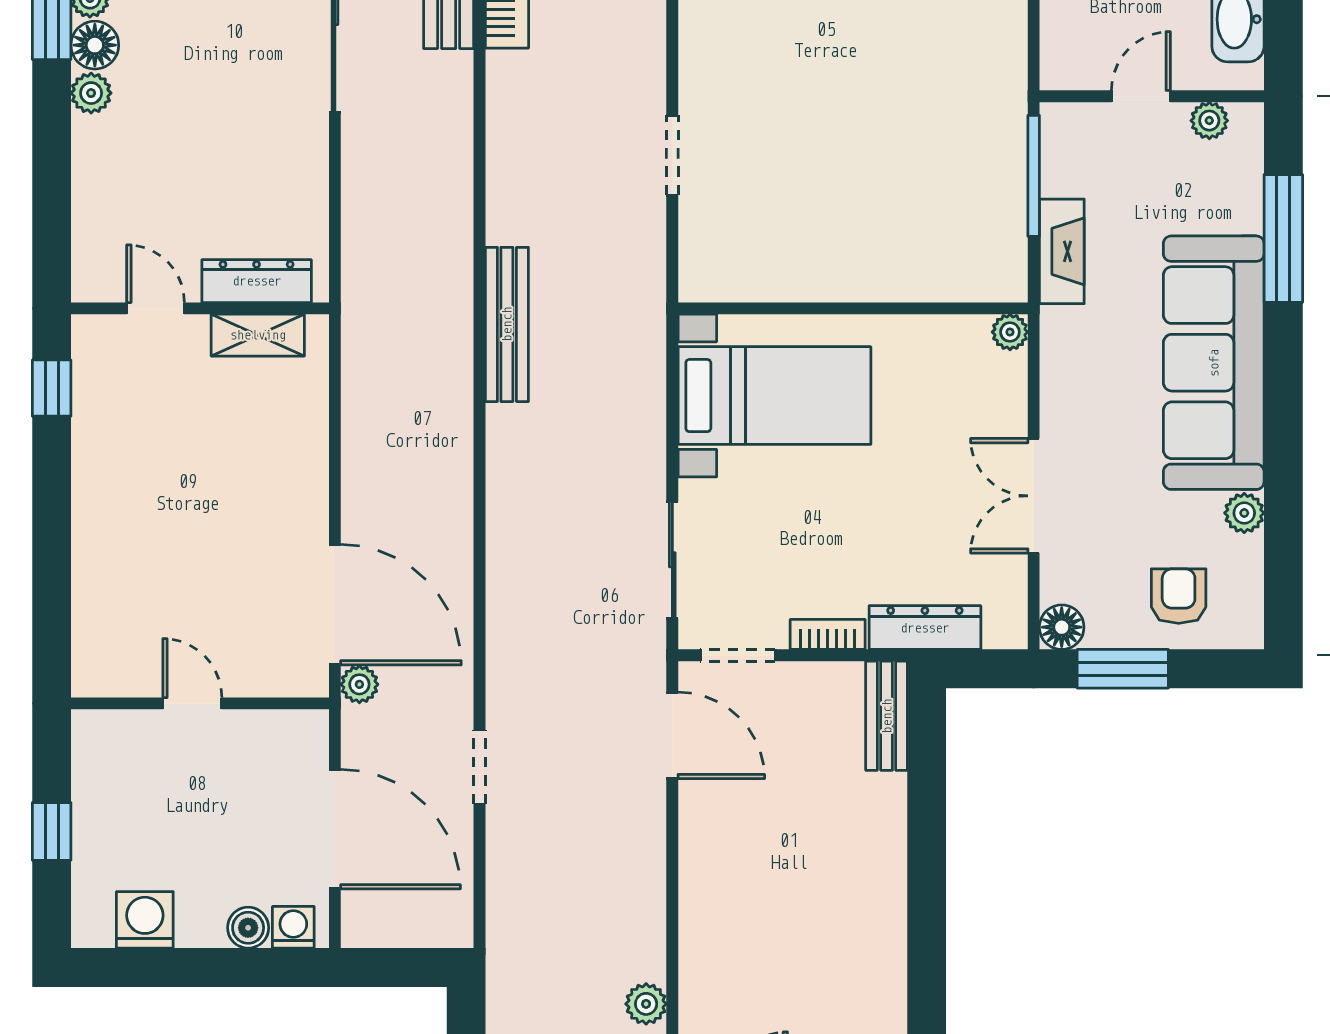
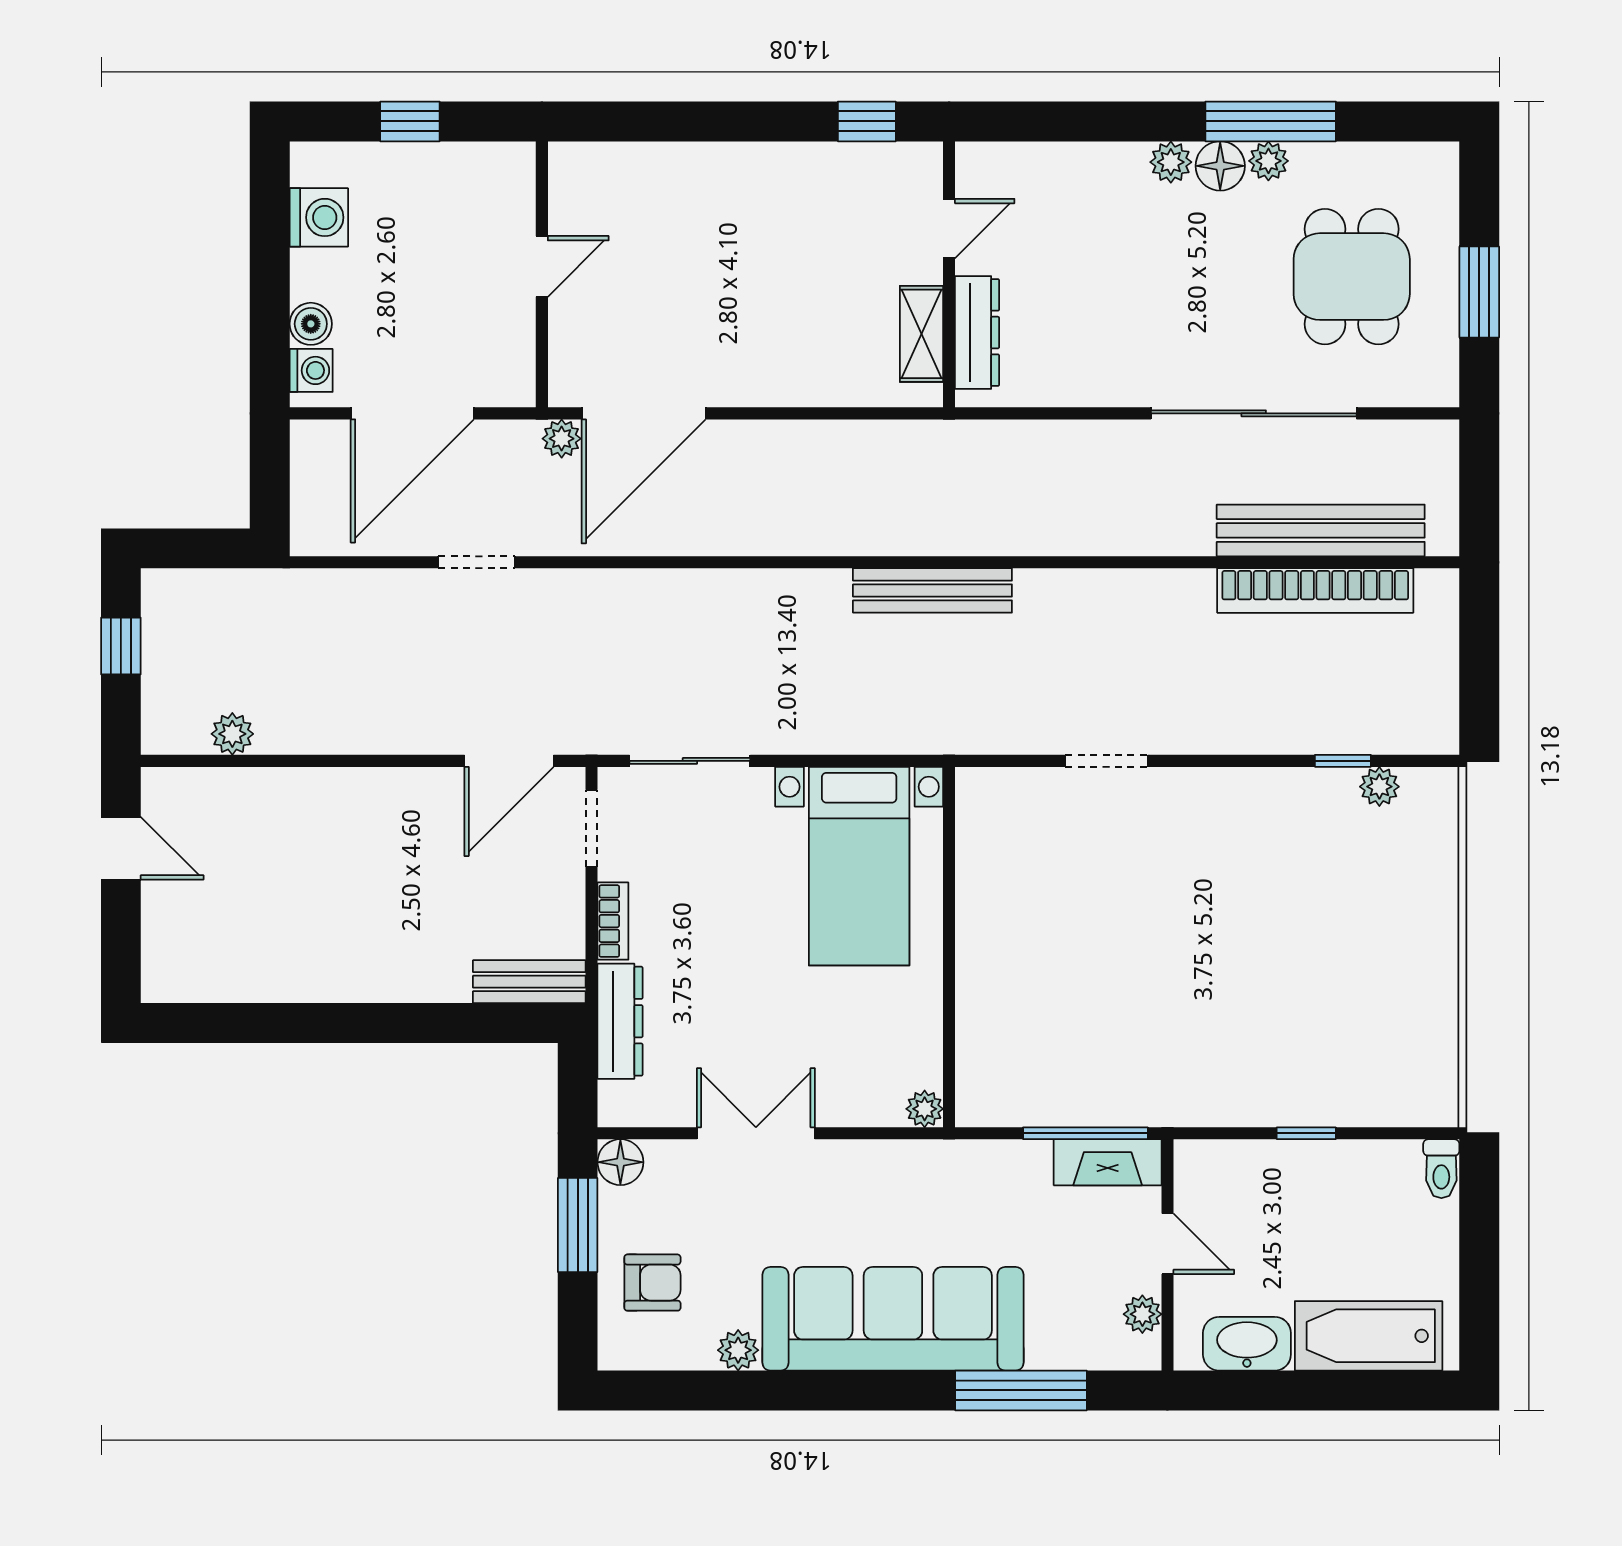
fireplace: (1062, 251) -> (1108, 1162), moved

